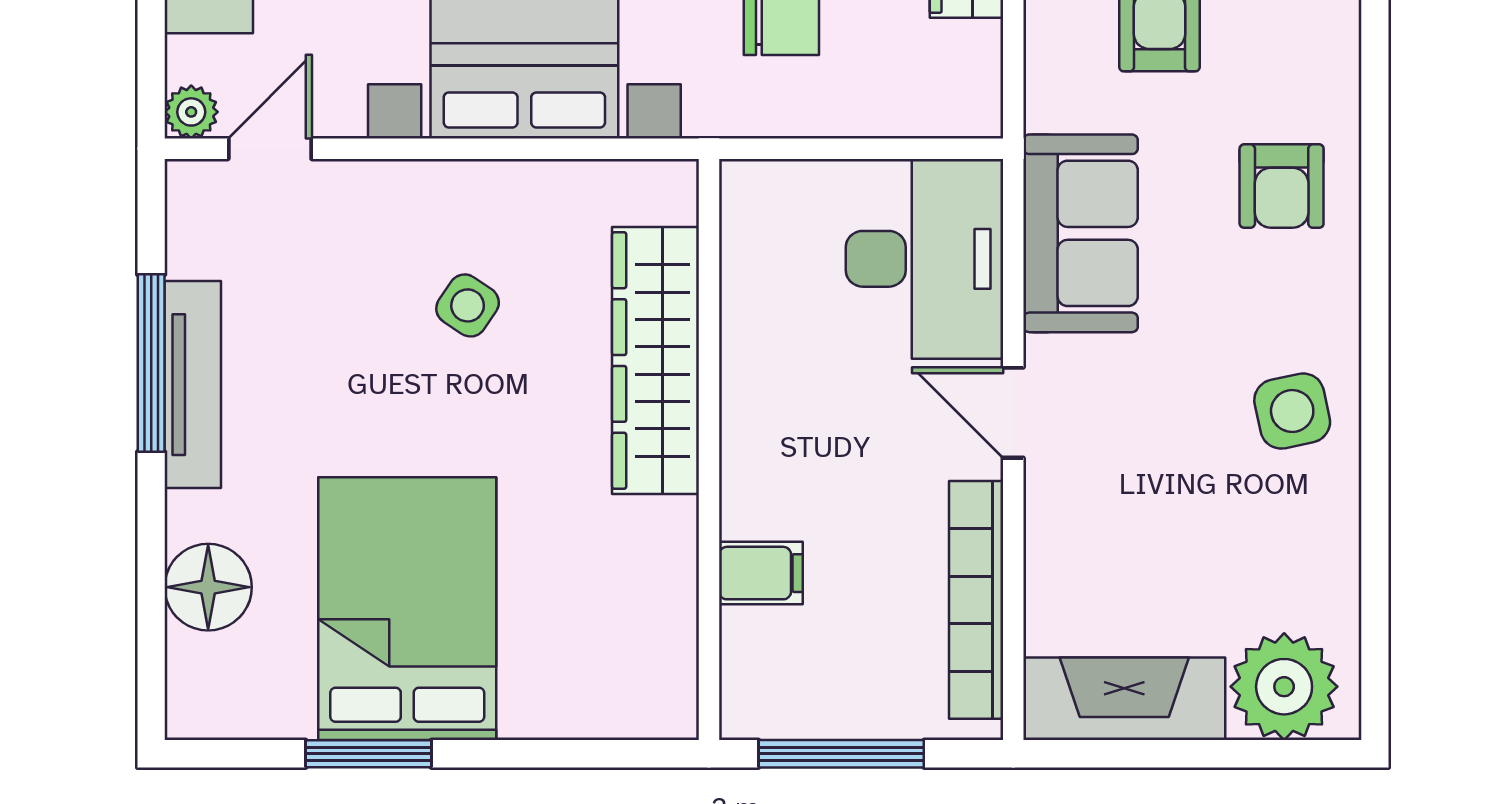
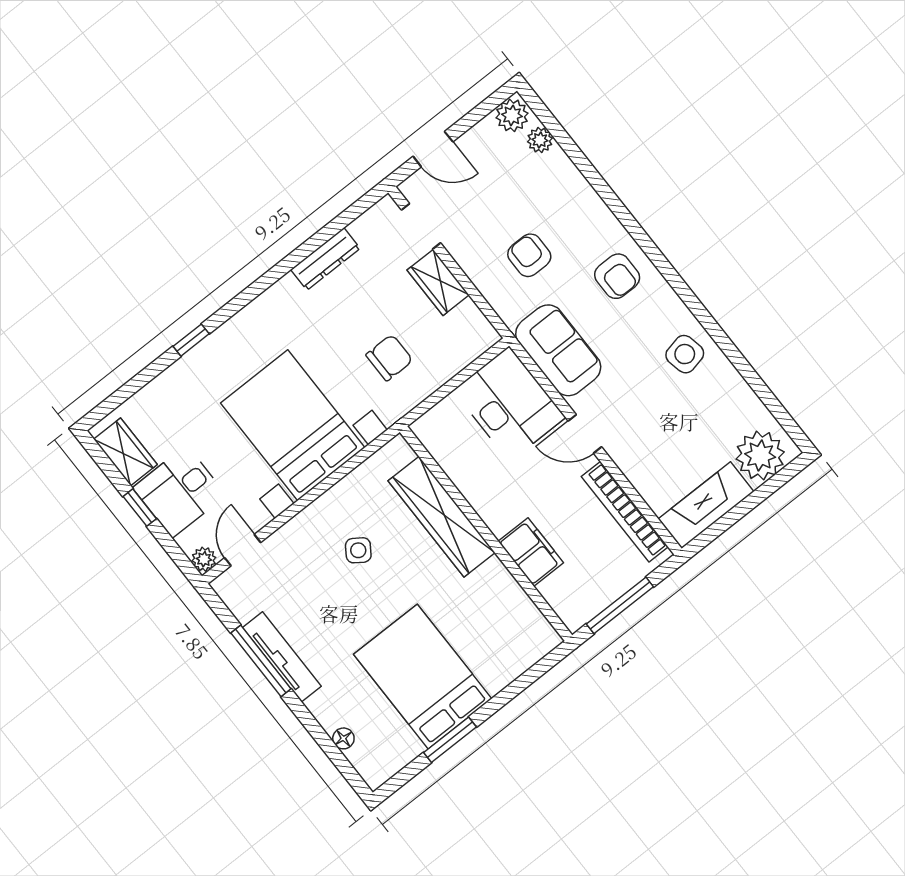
filing cabinet: (761, 573) -> (531, 552), width x2.00
floor lamp: (208, 587) -> (343, 738), width x0.53, depth x0.53

